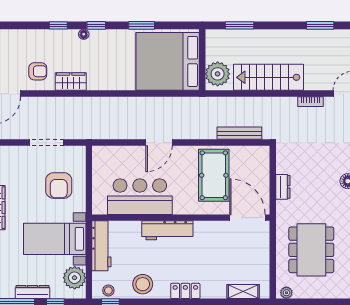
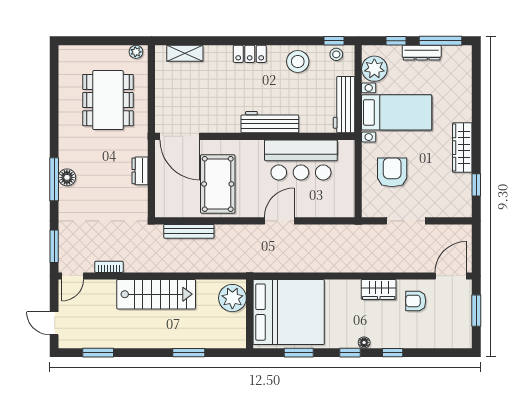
wall: (202, 60) -> (250, 314), moved
bed: (168, 61) -> (289, 312), moved
plant: (218, 74) -> (232, 298), moved

